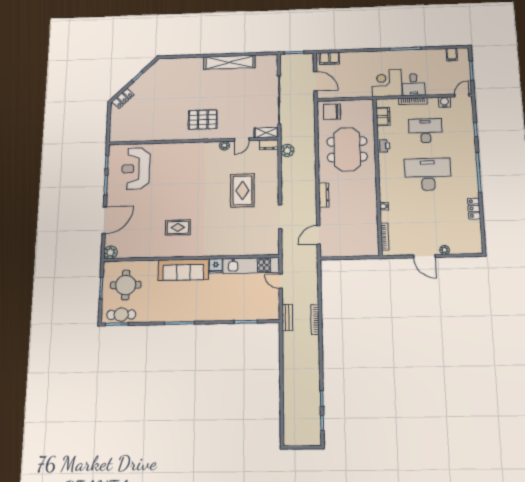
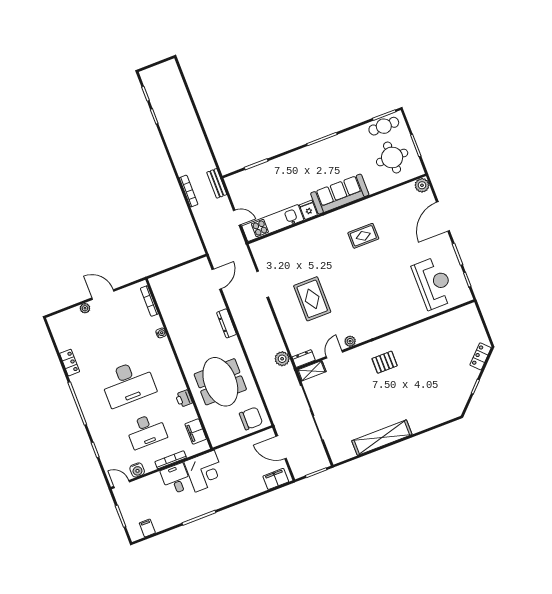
door: (462, 95) -> (122, 484), swing flipped
pallet: (203, 120) -> (385, 362), width x0.67, depth x0.71

